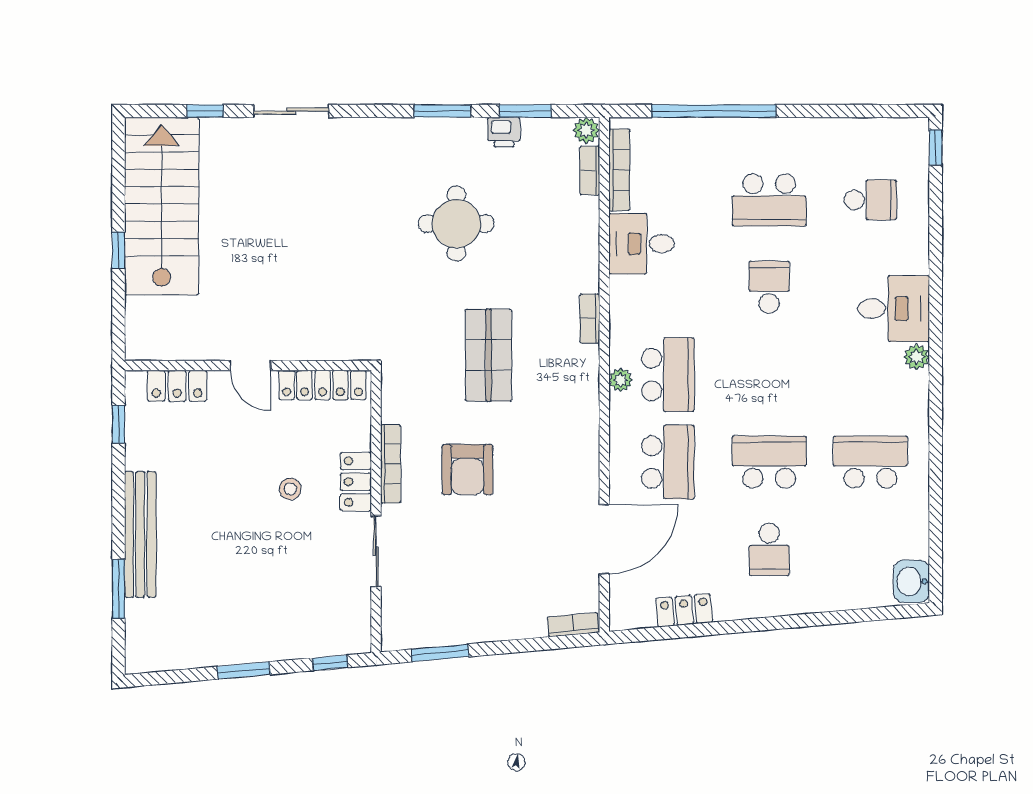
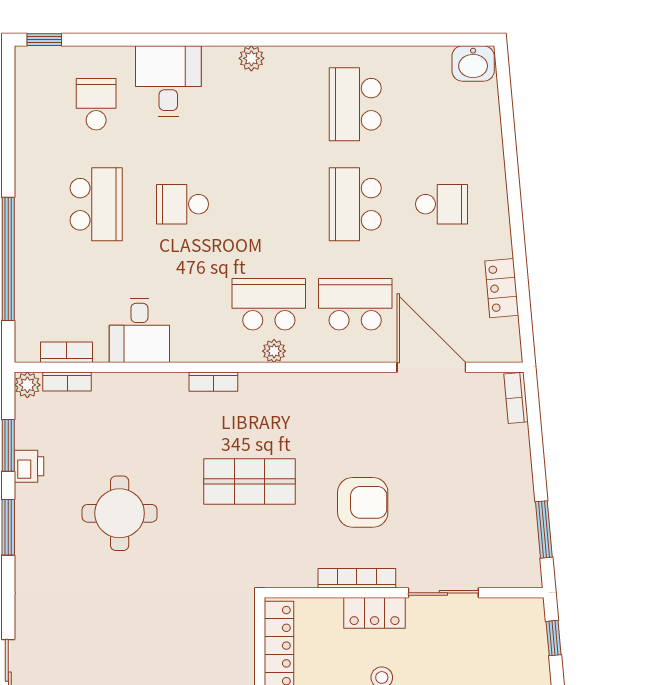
bookcase: (619, 170) -> (66, 352), width x0.64
desk: (894, 309) -> (168, 81), moved

